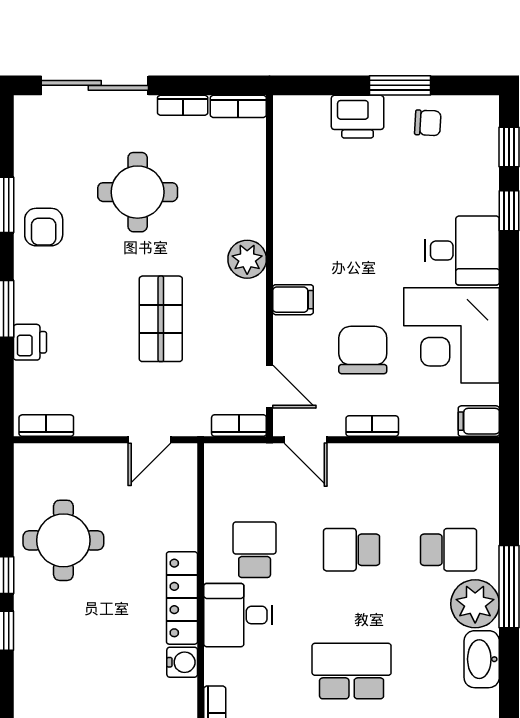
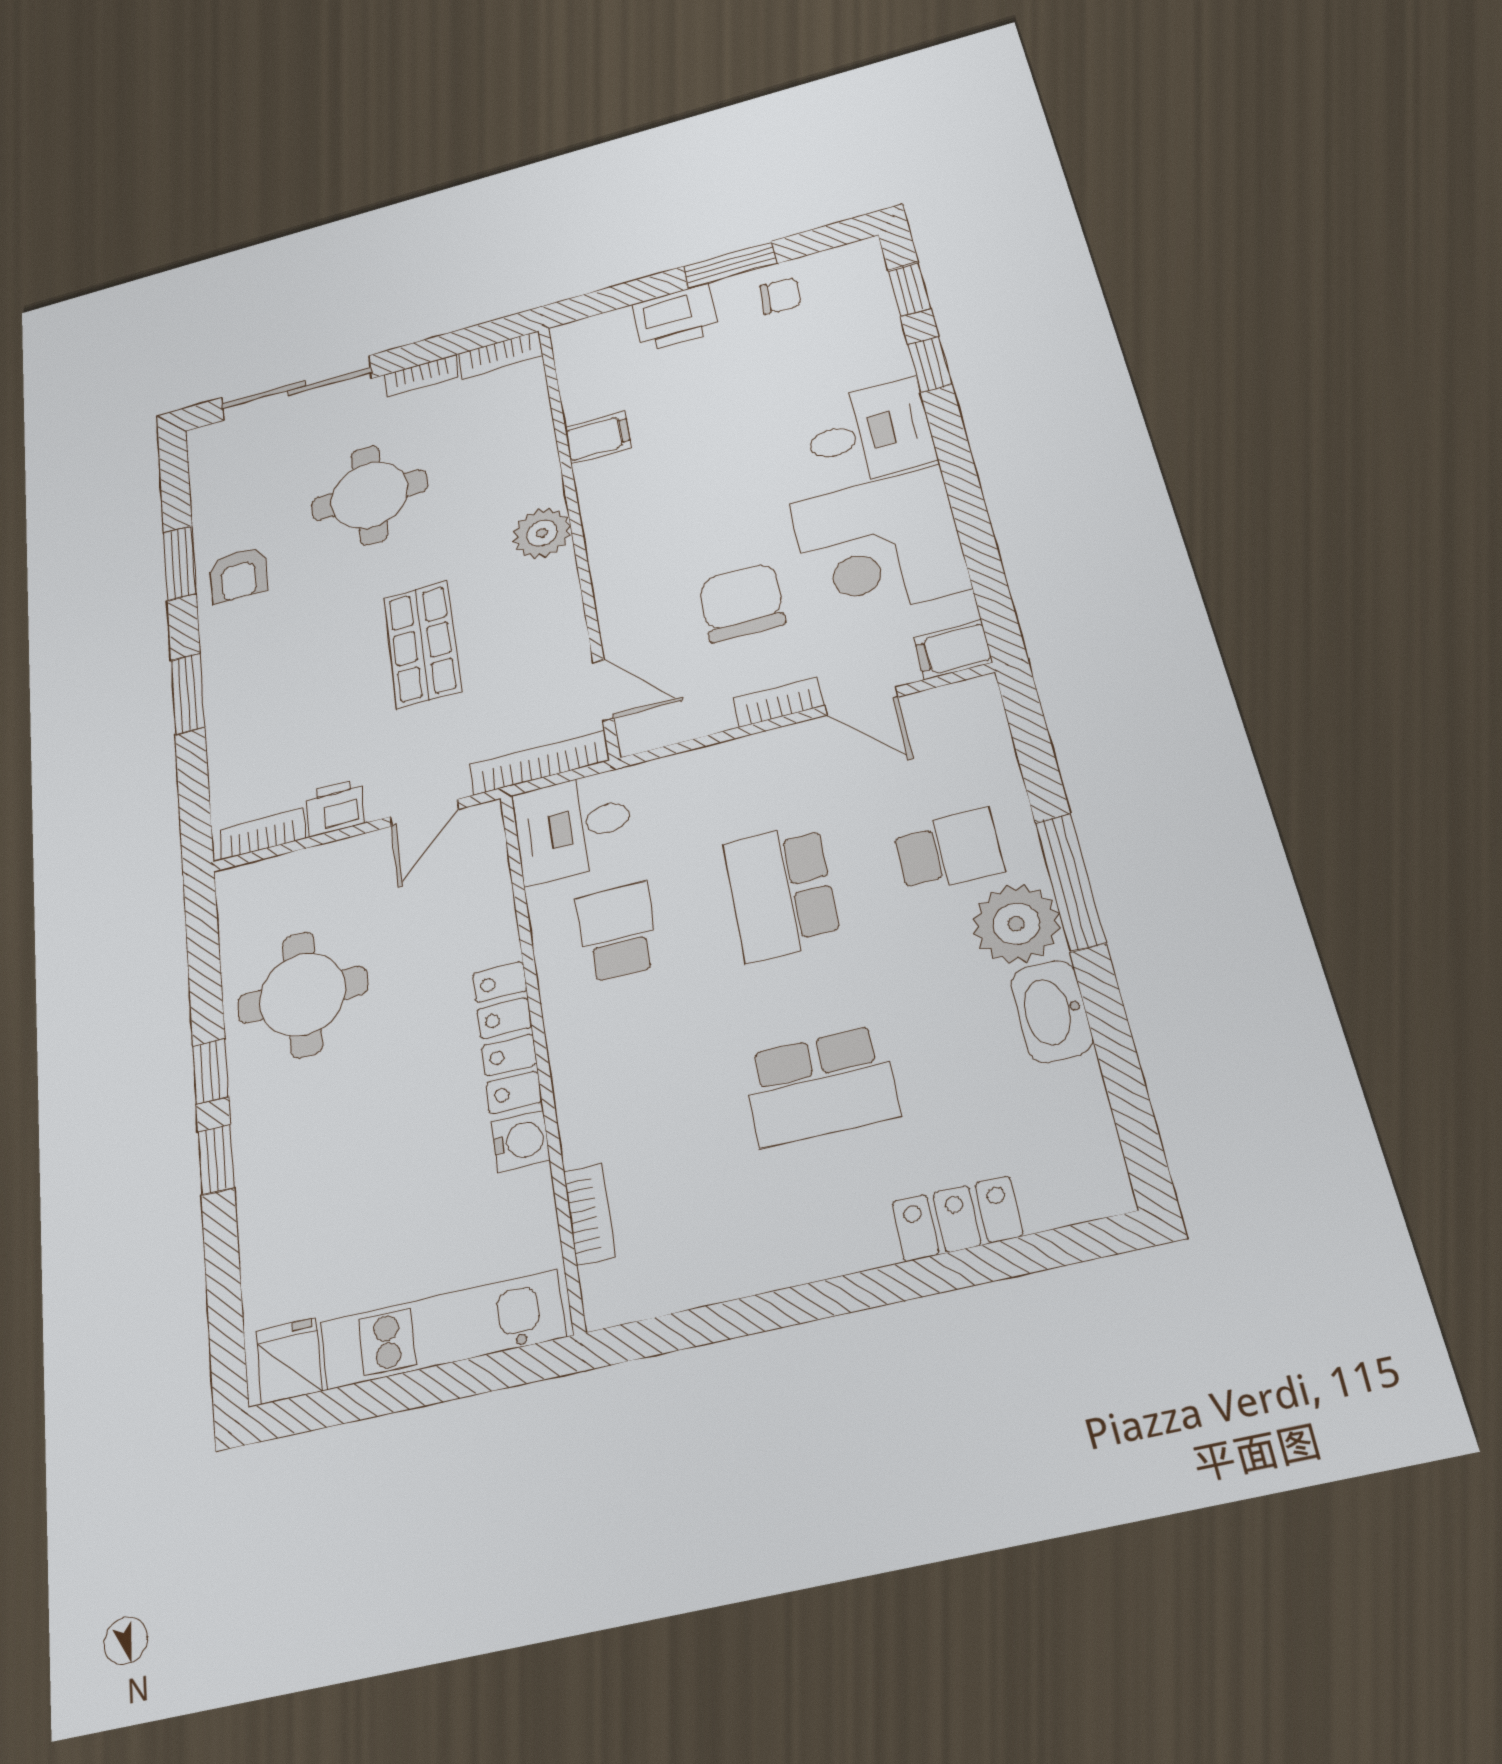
filing cabinet: (293, 300) -> (598, 438), moved
printer: (30, 342) -> (335, 807), moved, turned -90
bookcase: (239, 426) -> (539, 763), width x1.56
door: (306, 440) -> (861, 701), moved
school desk: (352, 550) -> (781, 892), width x1.85
desk: (238, 615) -> (573, 827), moved
school desk: (352, 671) -> (820, 1086), turned 180

